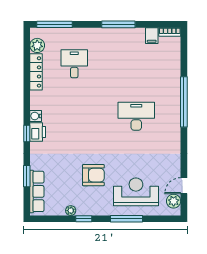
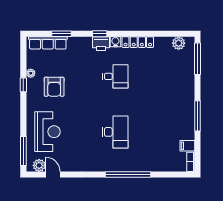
desk: (74, 64) -> (115, 76), moved
locker: (36, 72) -> (138, 42), moved
armchair: (93, 175) -> (54, 87), moved
window: (126, 219) -> (23, 151), moved

